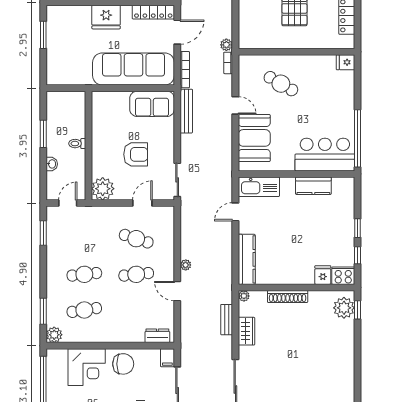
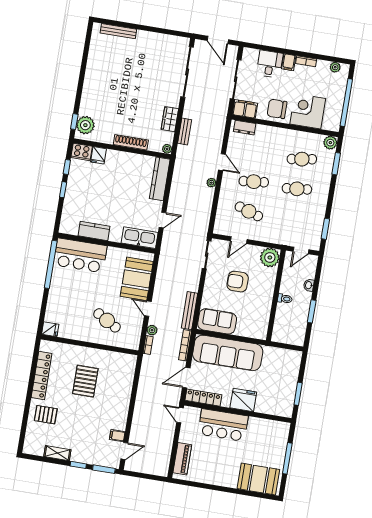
plant: (226, 45) -> (152, 330), moved
filing cabinet: (167, 358) -> (245, 109), width x2.00

